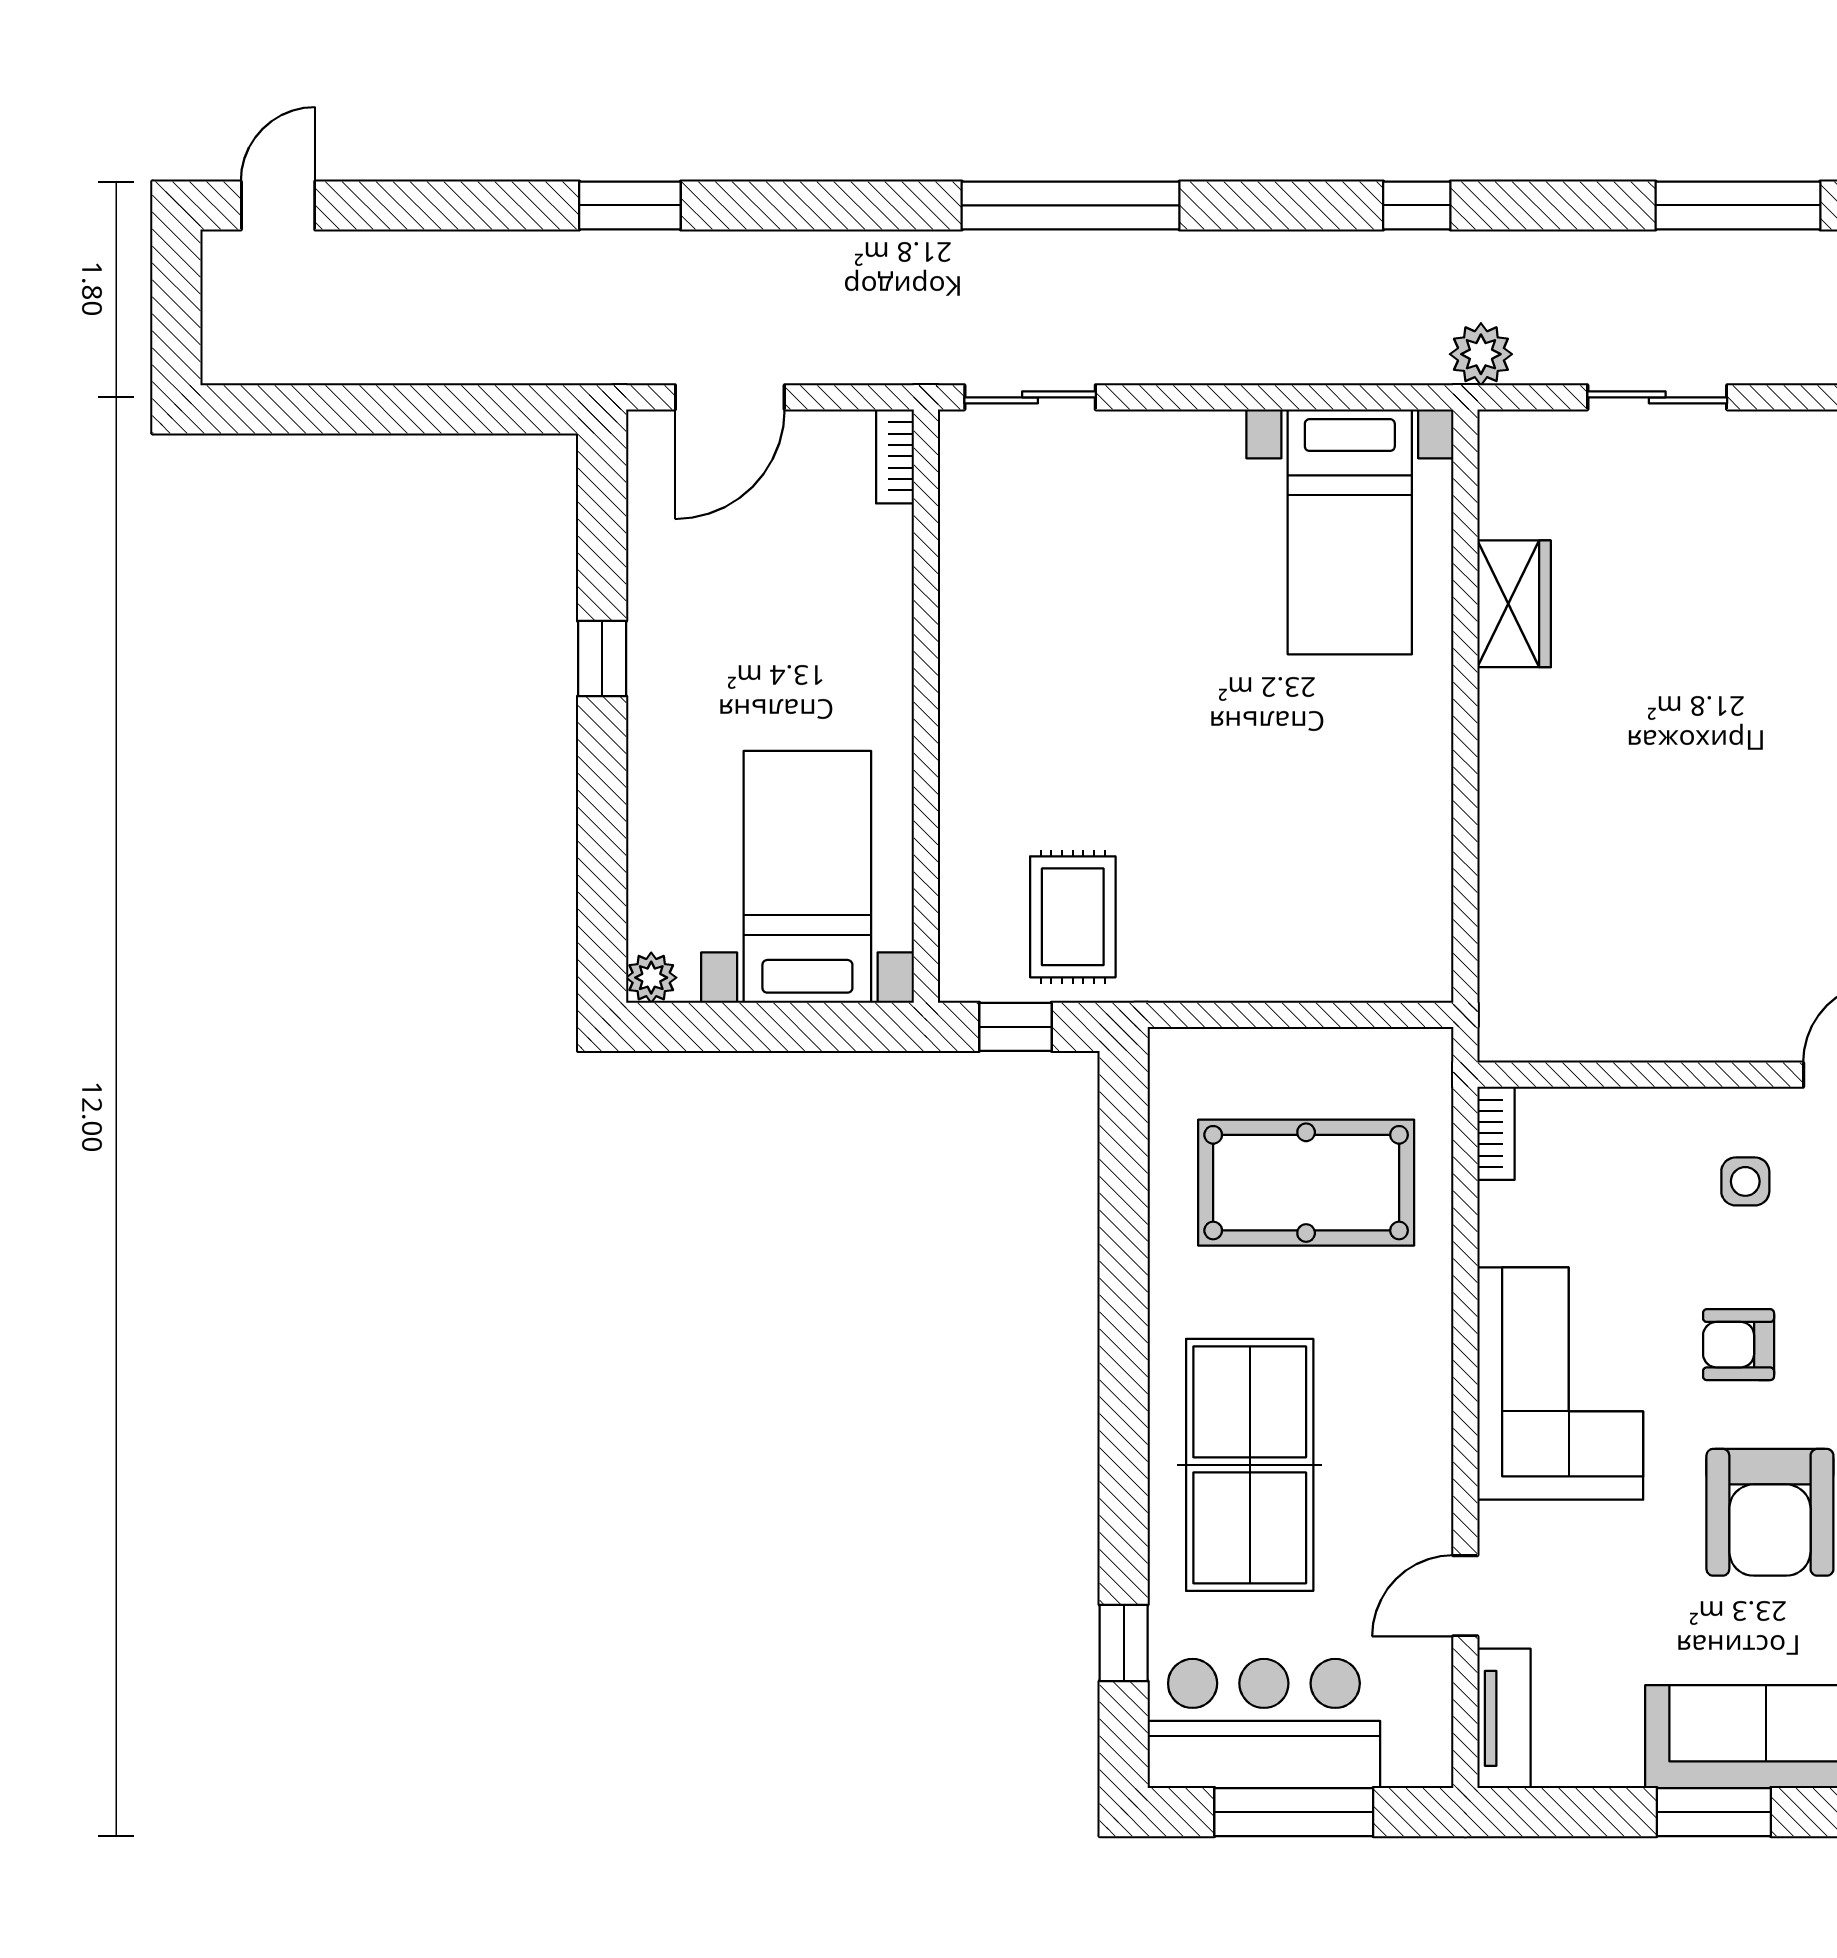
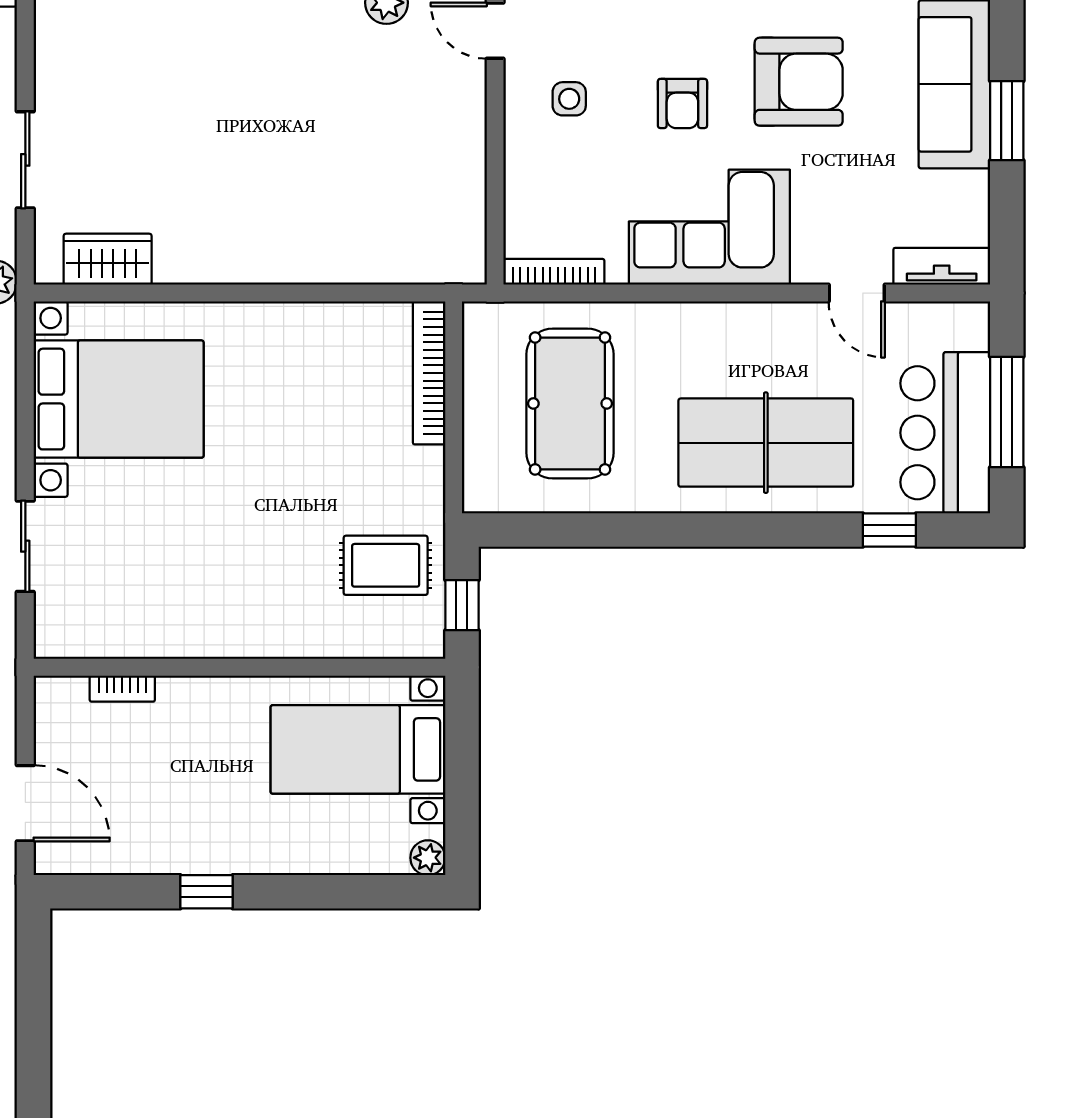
sliding door: (1030, 397) -> (25, 546), moved
bookcase: (895, 456) -> (122, 689), moved
bed with nightstands: (1350, 532) -> (119, 399), width x1.36
wardrobe: (1514, 604) -> (108, 259), moved
bookcase: (1350, 979) -> (429, 373), added
bookcase: (1496, 1133) -> (554, 272), width x1.56

